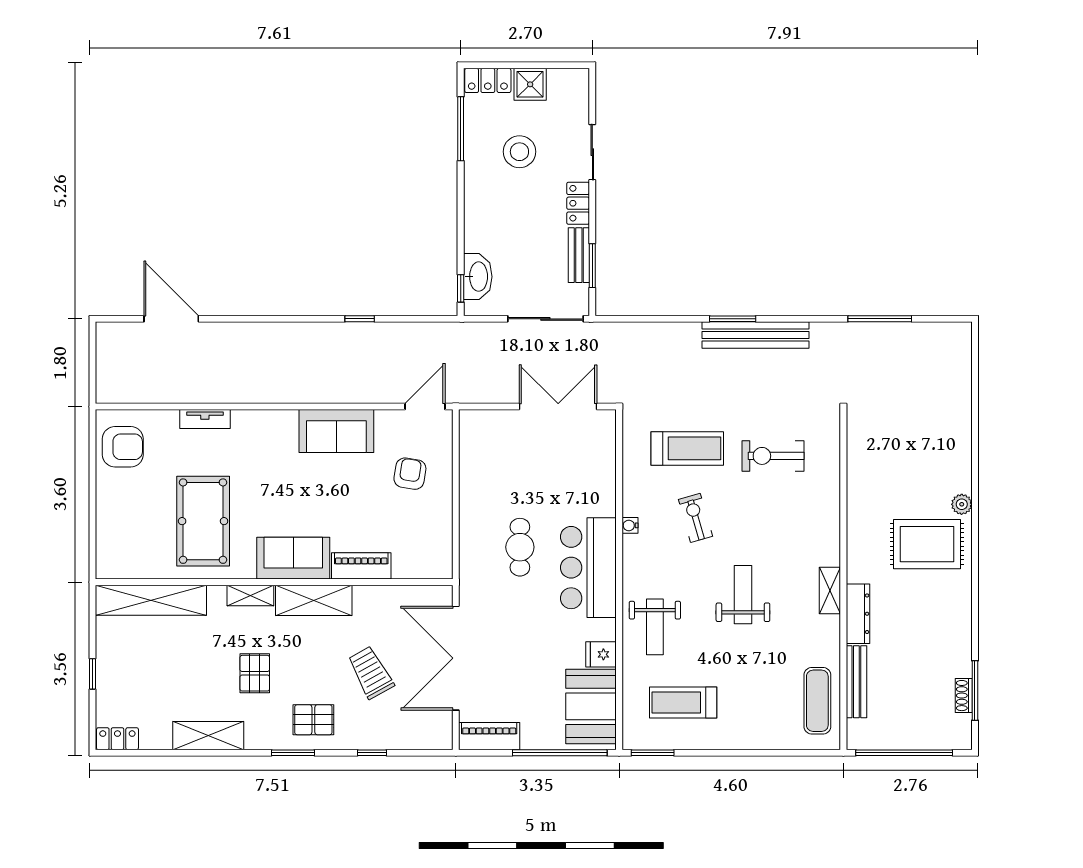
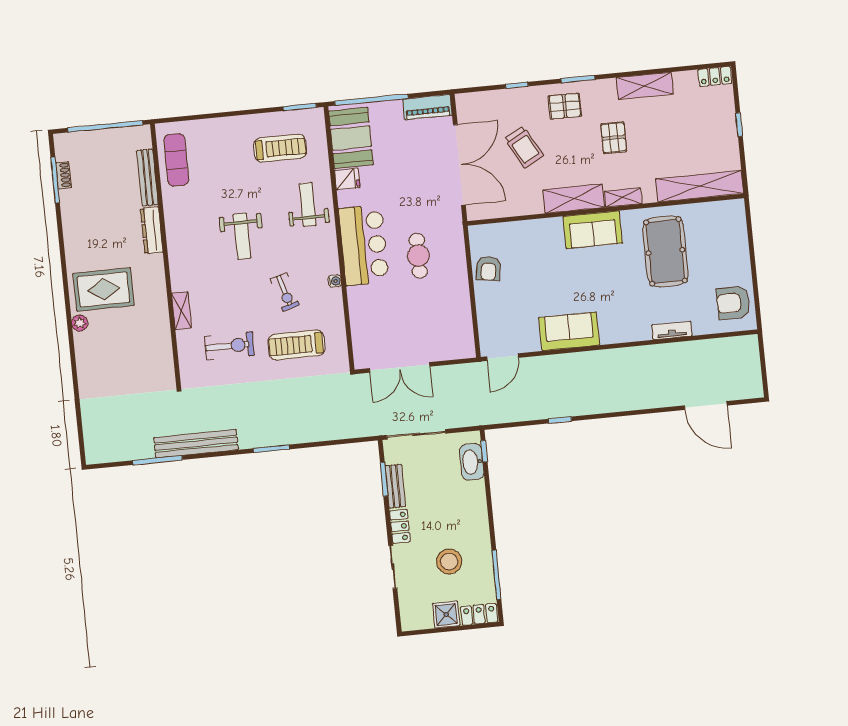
bench: (755, 335) -> (196, 444), moved
armchair: (410, 474) -> (489, 268), moved
piano: (361, 566) -> (540, 229), removed
shelving: (830, 591) -> (182, 311), moved

